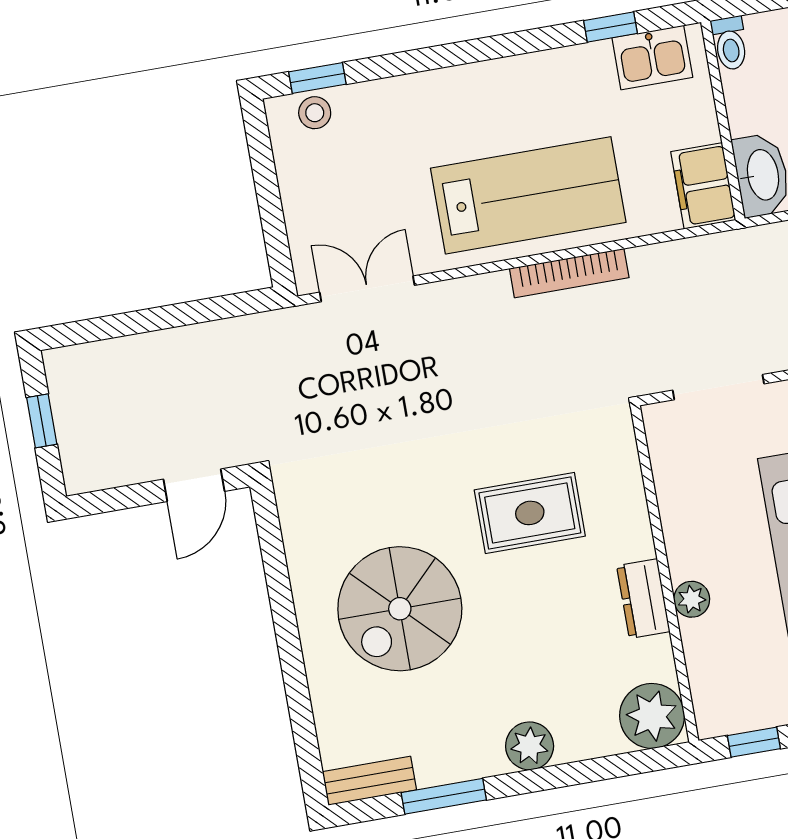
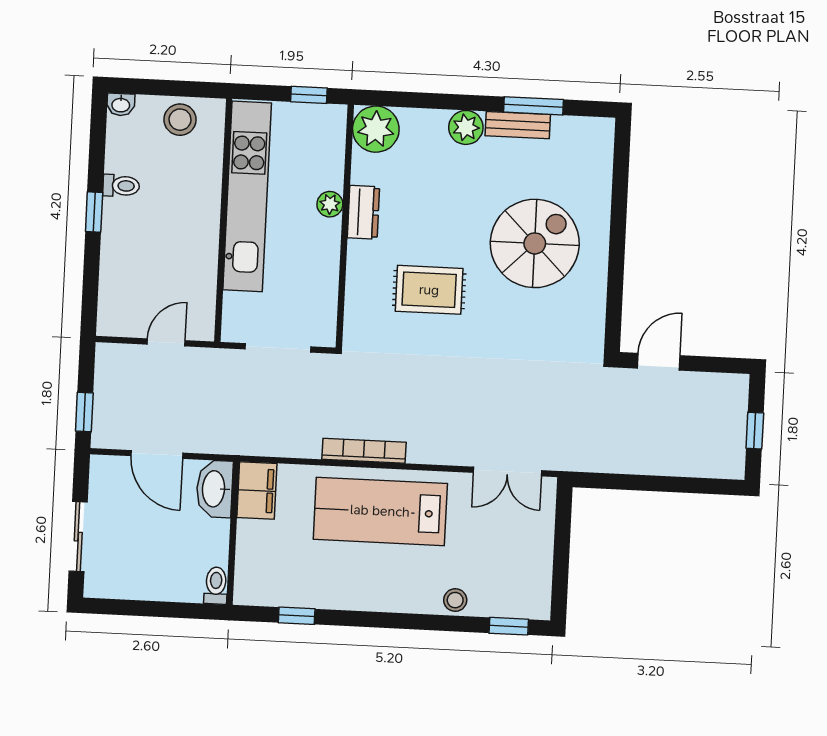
kitchen sink: (652, 58) -> (272, 588), removed
stool: (315, 113) -> (455, 600), moved
bench: (369, 781) -> (518, 125), moved

